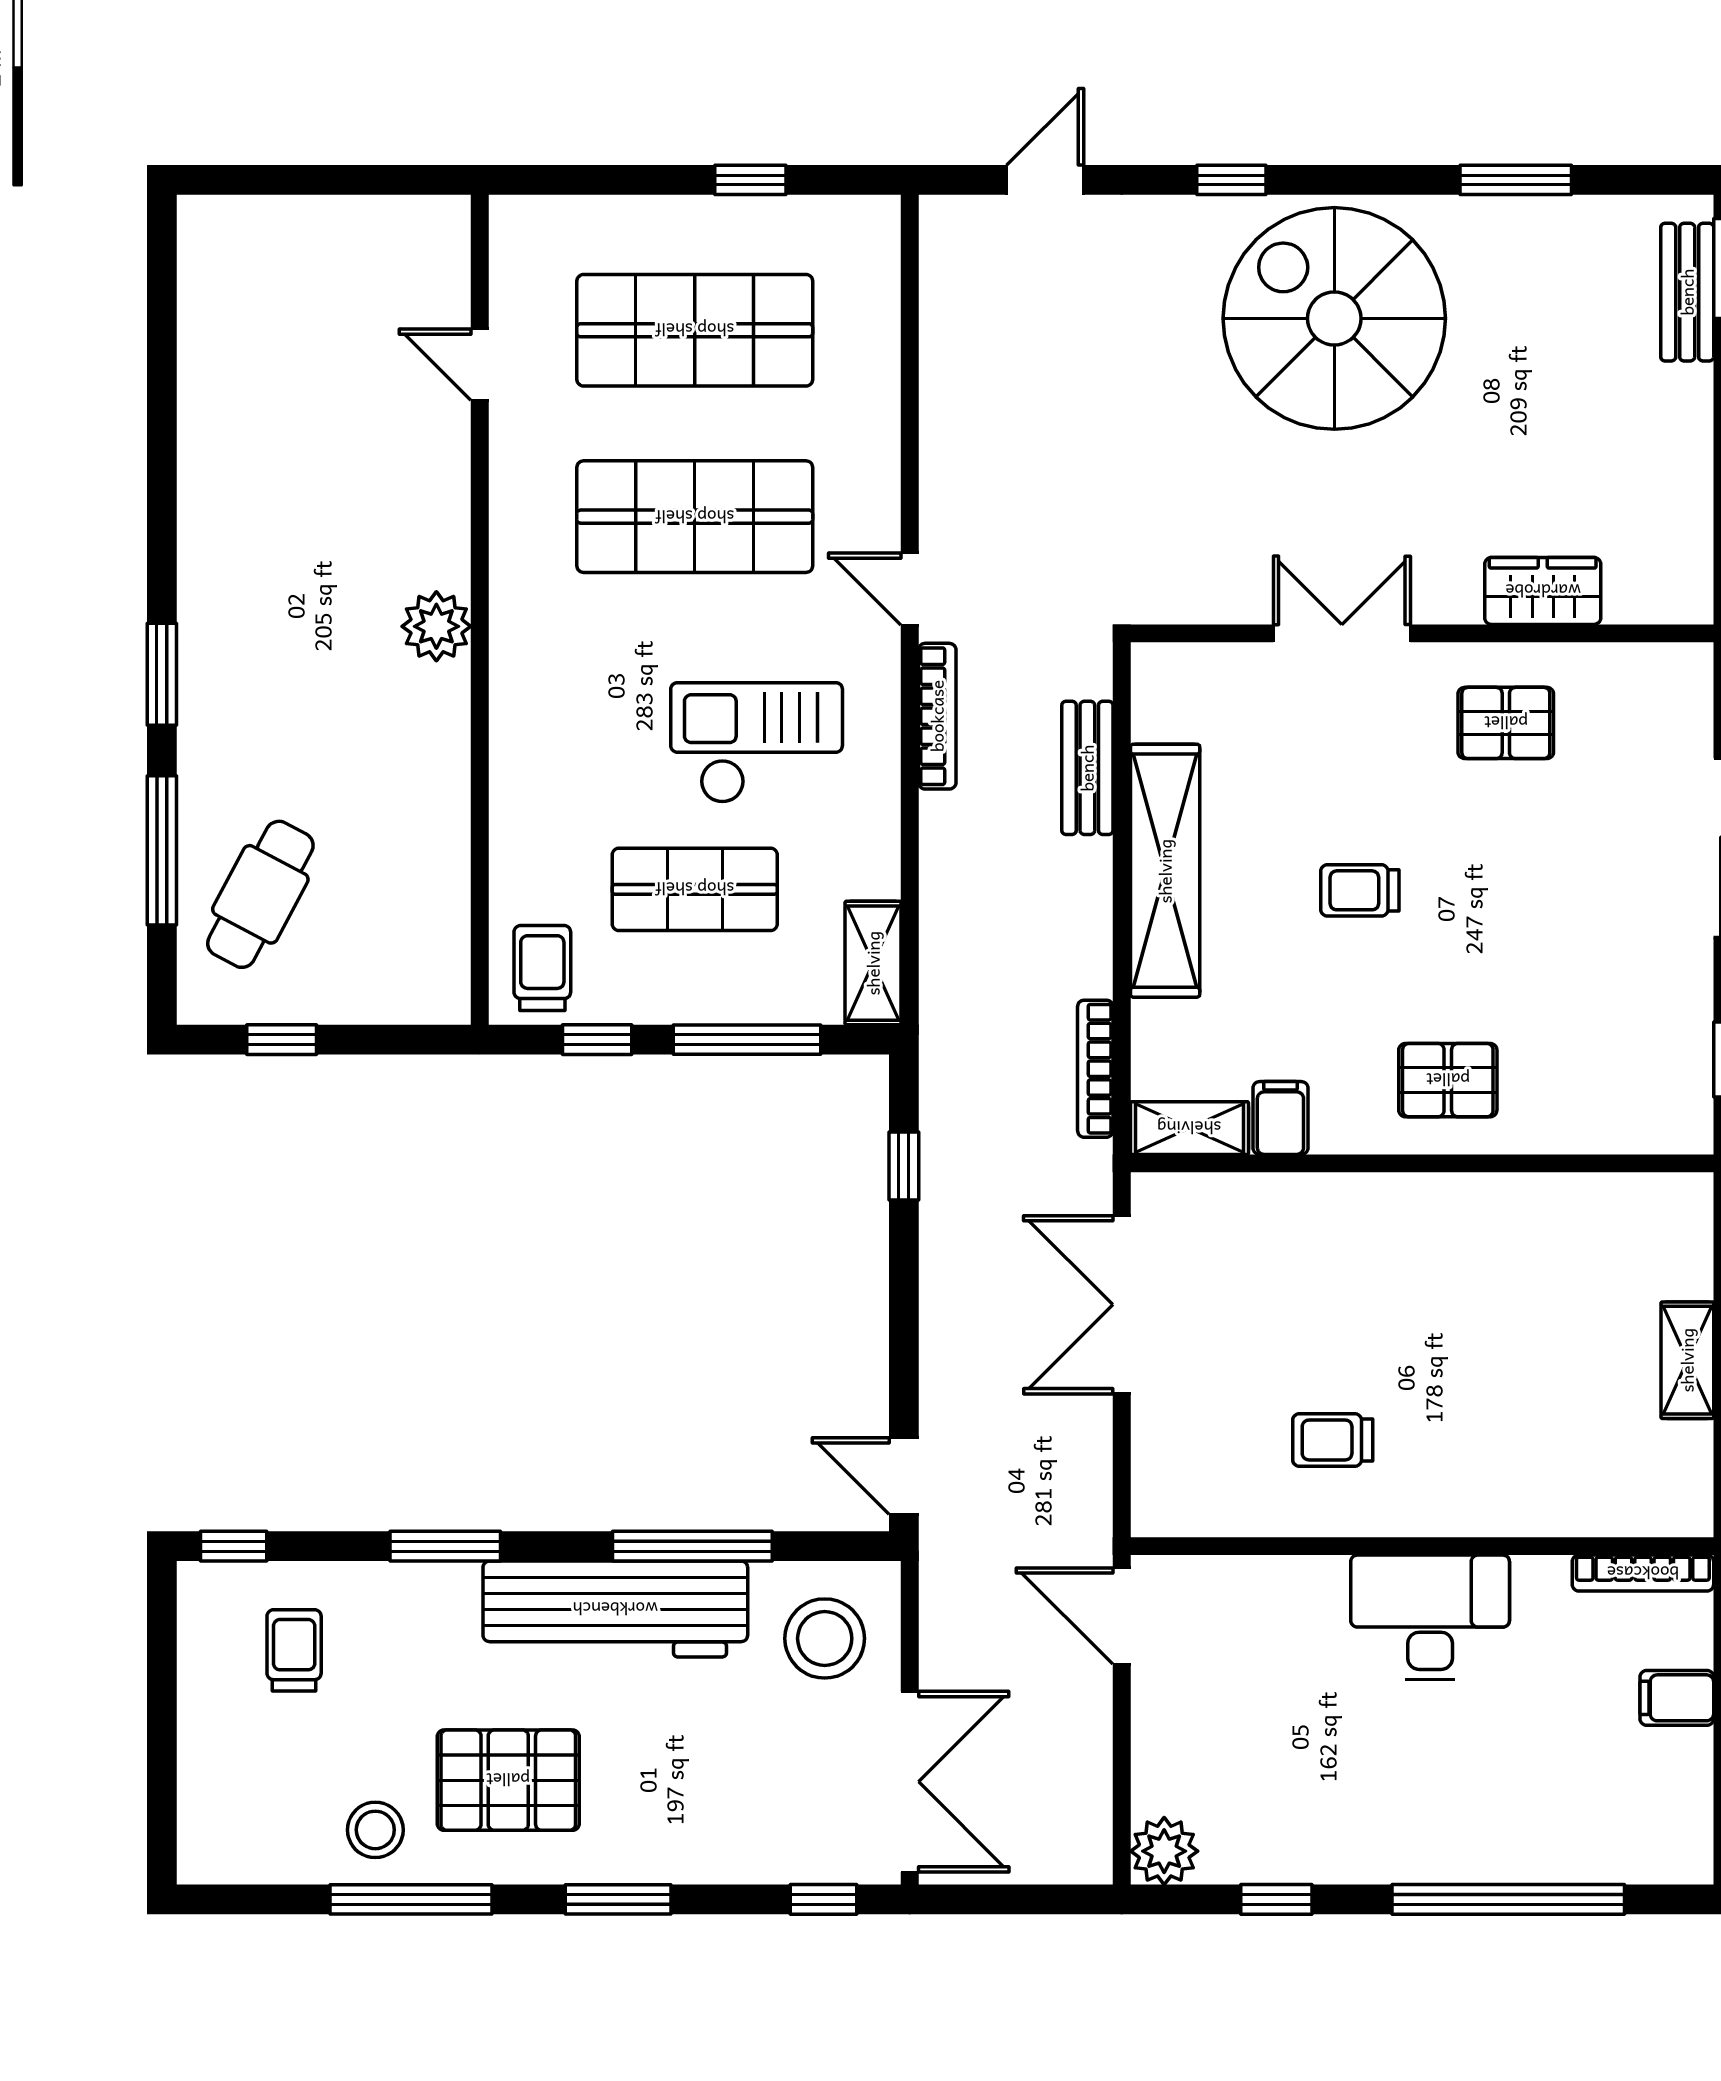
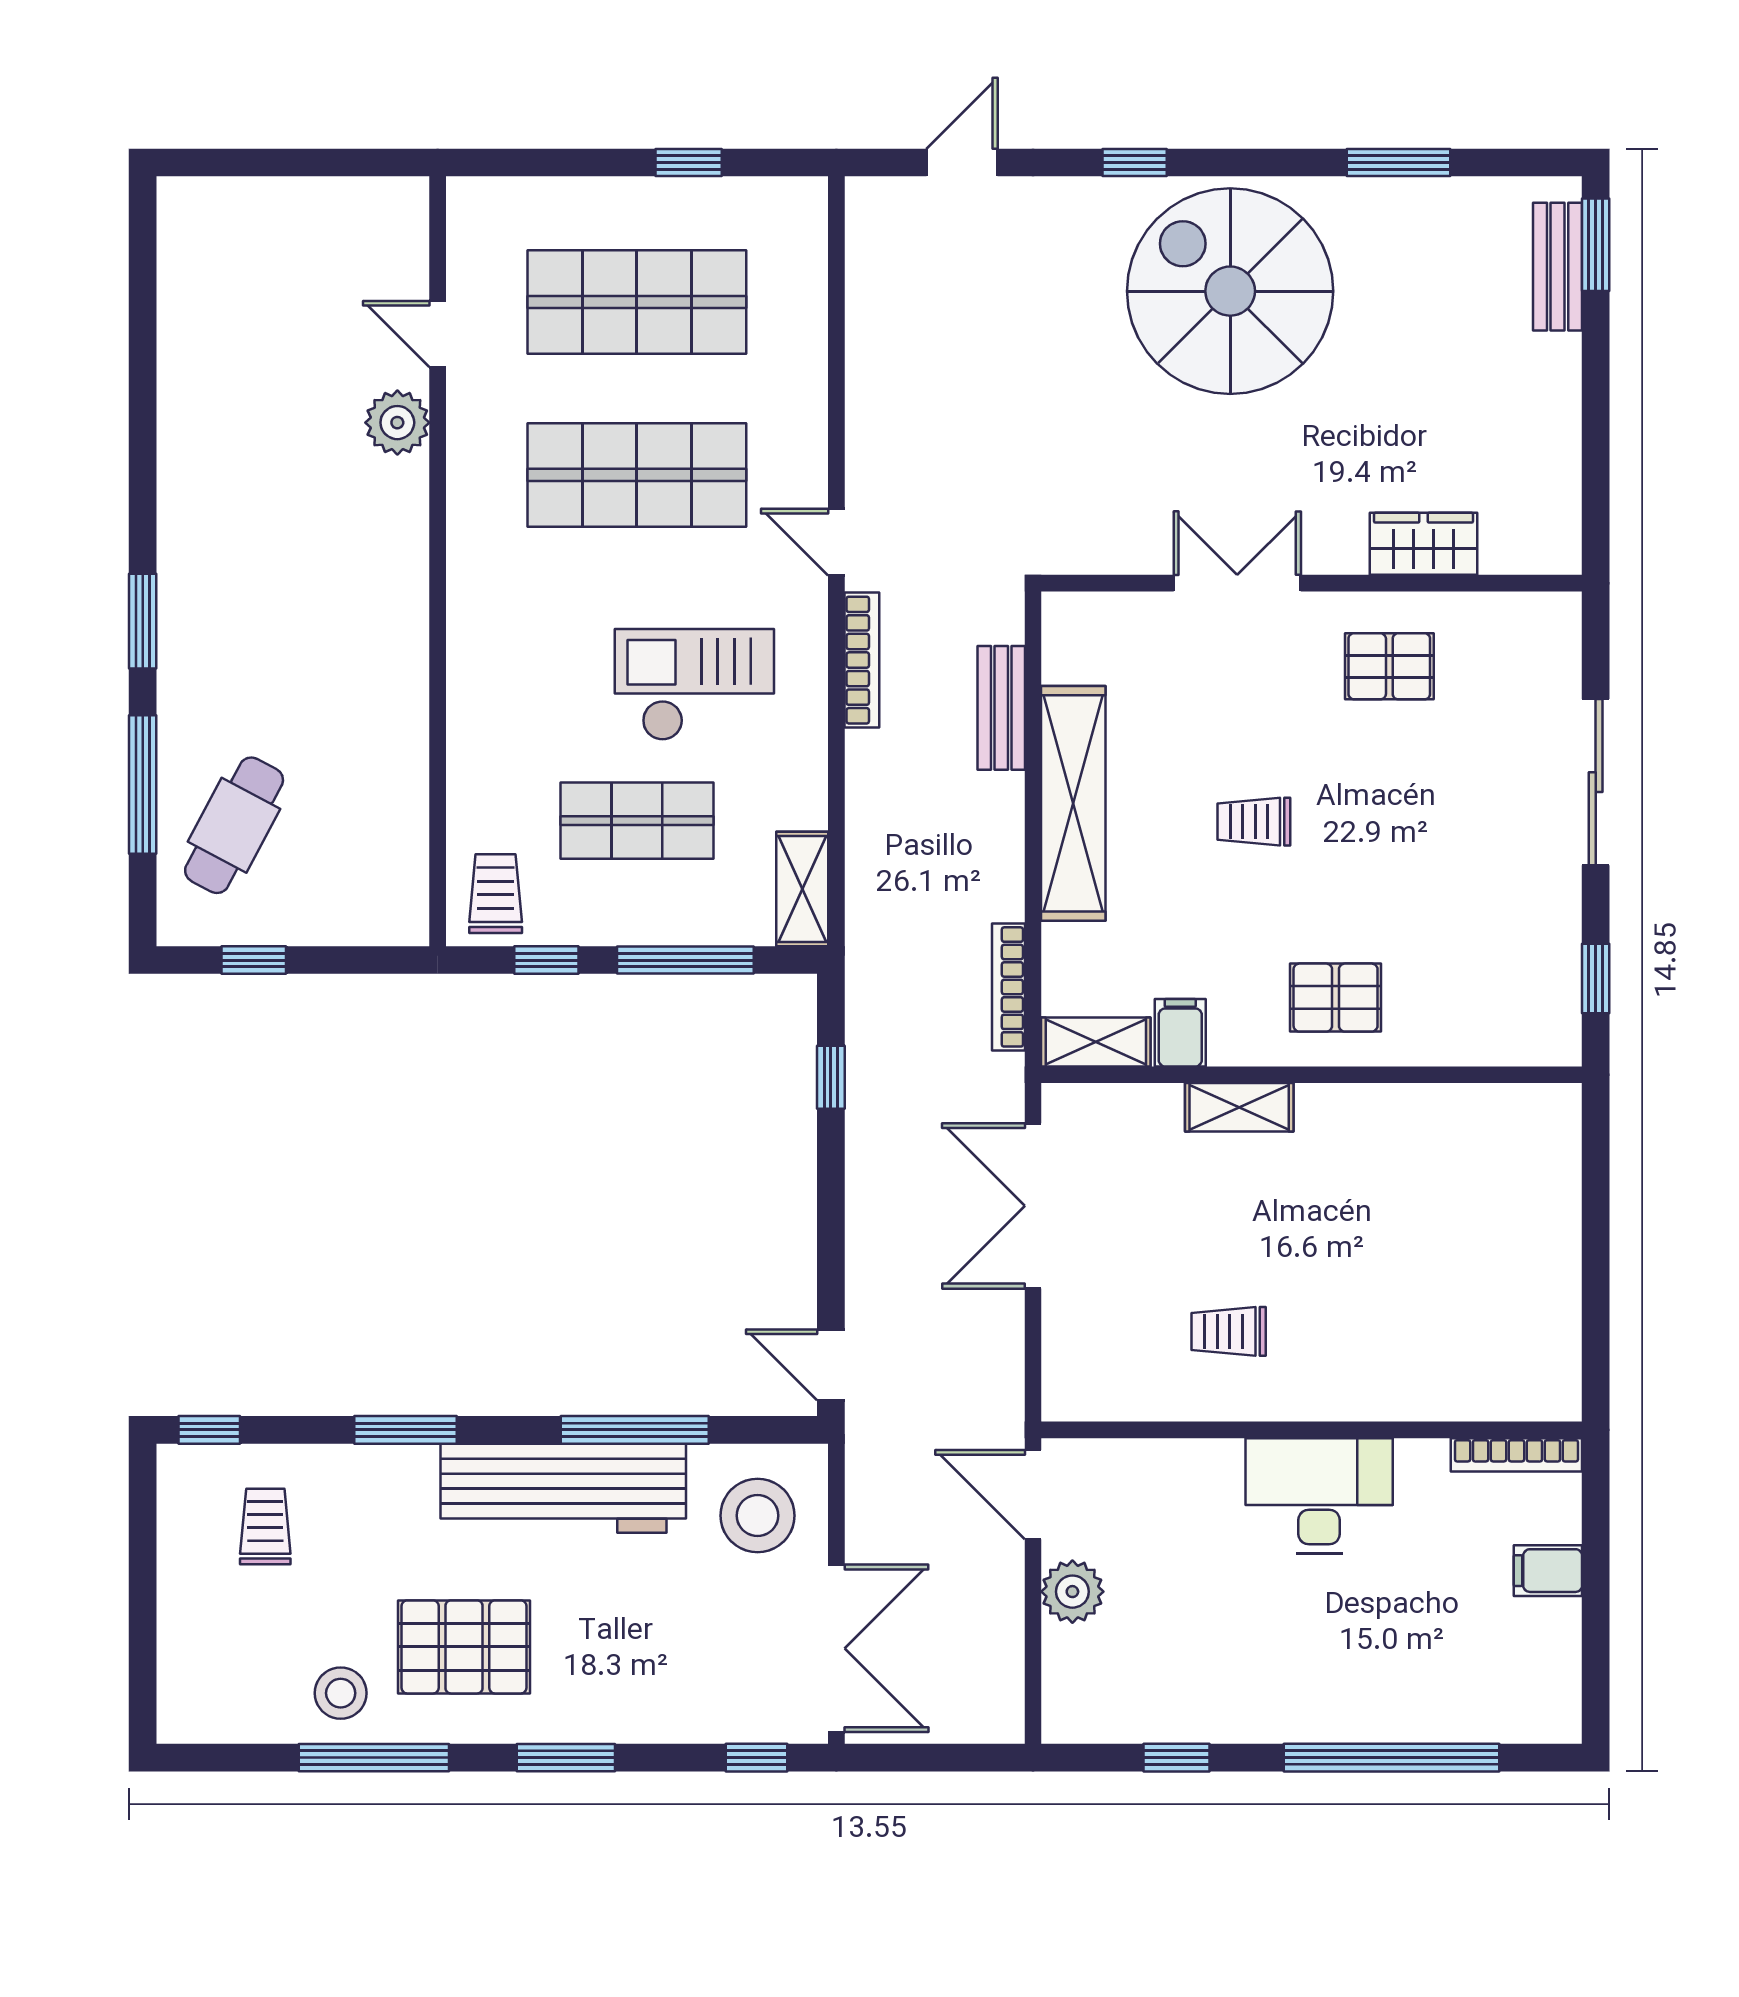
plant: (436, 626) -> (397, 423), moved
shelving: (1687, 1360) -> (1239, 1107), moved, turned 90
plant: (1164, 1851) -> (1072, 1592), moved

